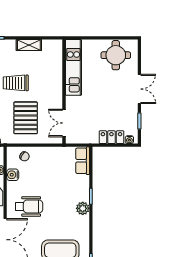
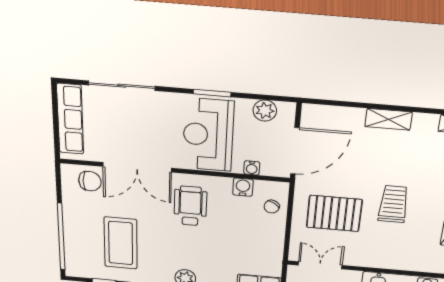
wheelchair: (29, 206) -> (190, 206), turned 180

